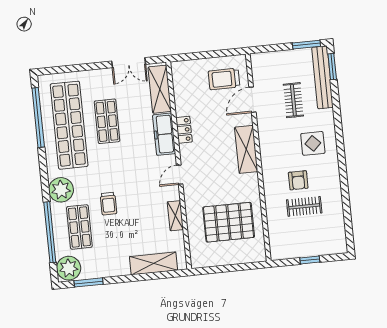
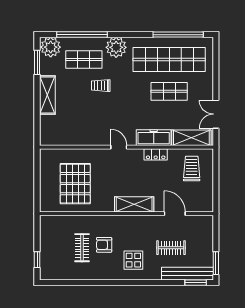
trolley: (224, 79) -> (192, 169), moved
shelving: (175, 216) -> (85, 140), removed
window: (310, 260) -> (37, 260), moved
shelving: (153, 263) -> (47, 95), moved

